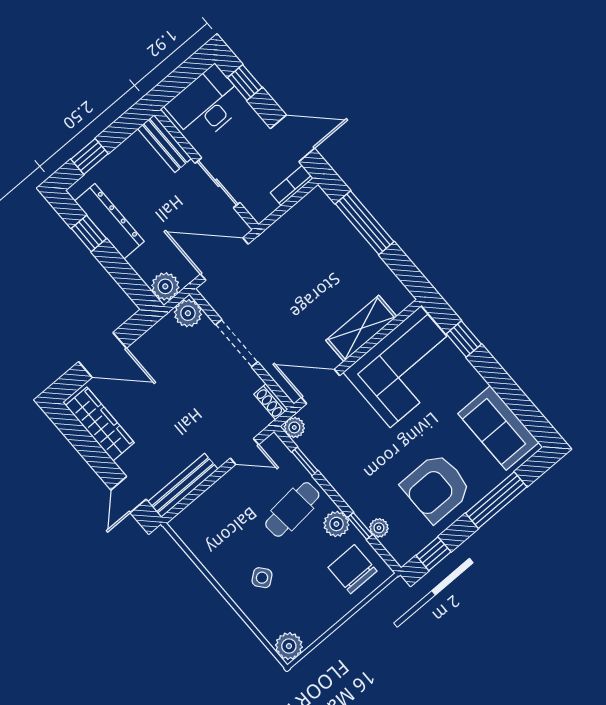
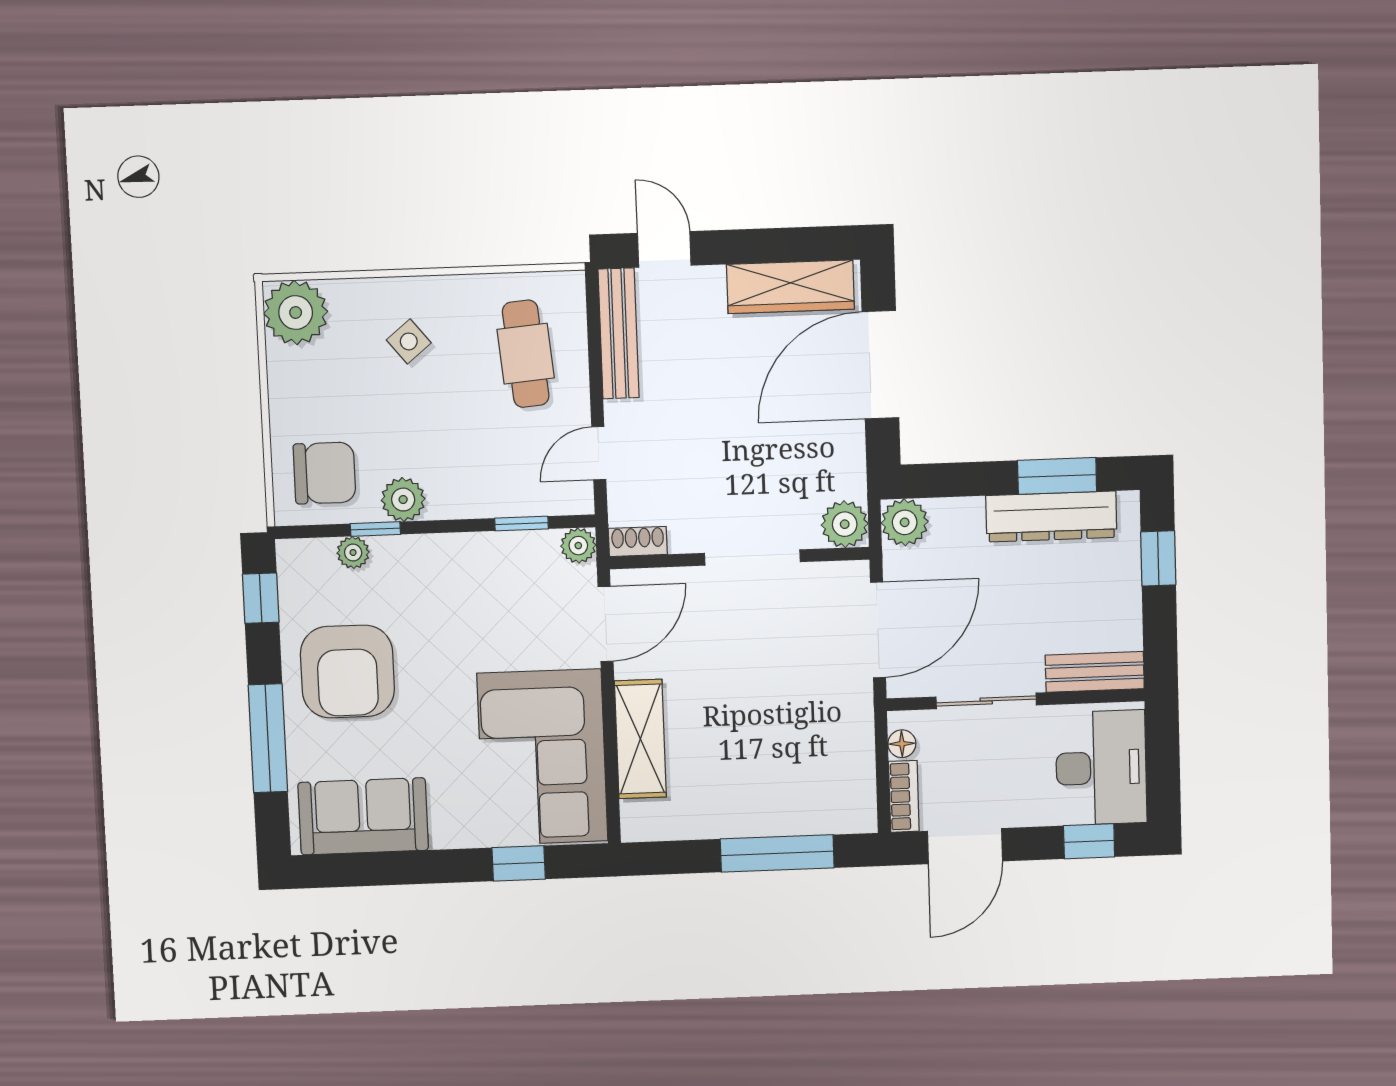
floor lamp: (268, 206) -> (902, 744), added
window: (89, 233) -> (1057, 476), width x1.50
door: (103, 355) -> (880, 365), width x1.36
armchair: (436, 488) -> (347, 672), turned 180
cafe table: (292, 509) -> (526, 354), moved
plant: (289, 646) -> (296, 312), width x1.36, depth x1.36

